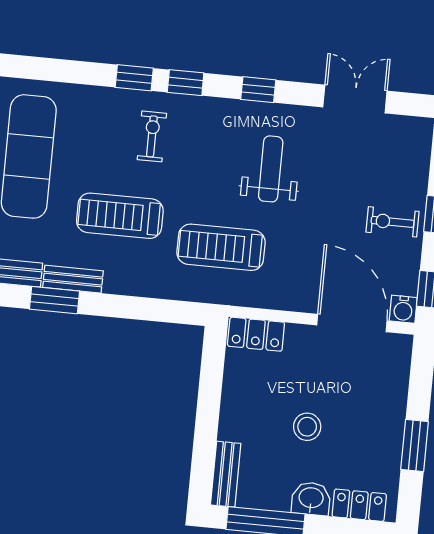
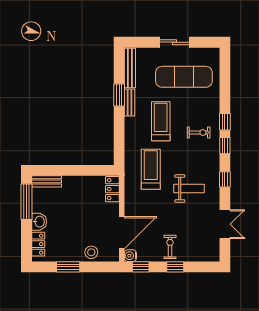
stool: (307, 427) -> (91, 252), moved

